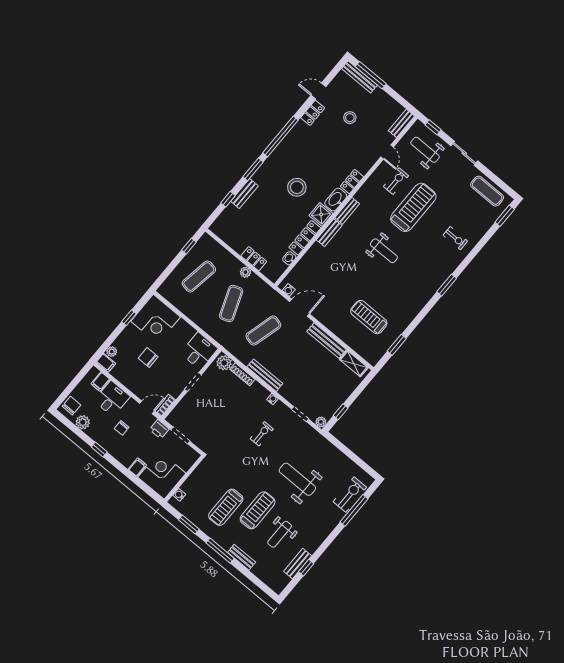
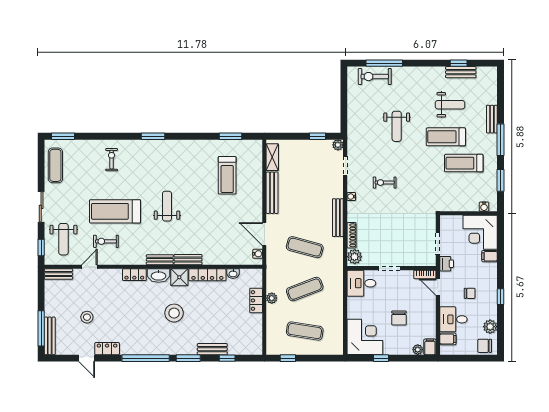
weight bench: (297, 479) -> (397, 126), width x0.73, depth x0.75
treadmill: (226, 507) -> (464, 163), turned 180

